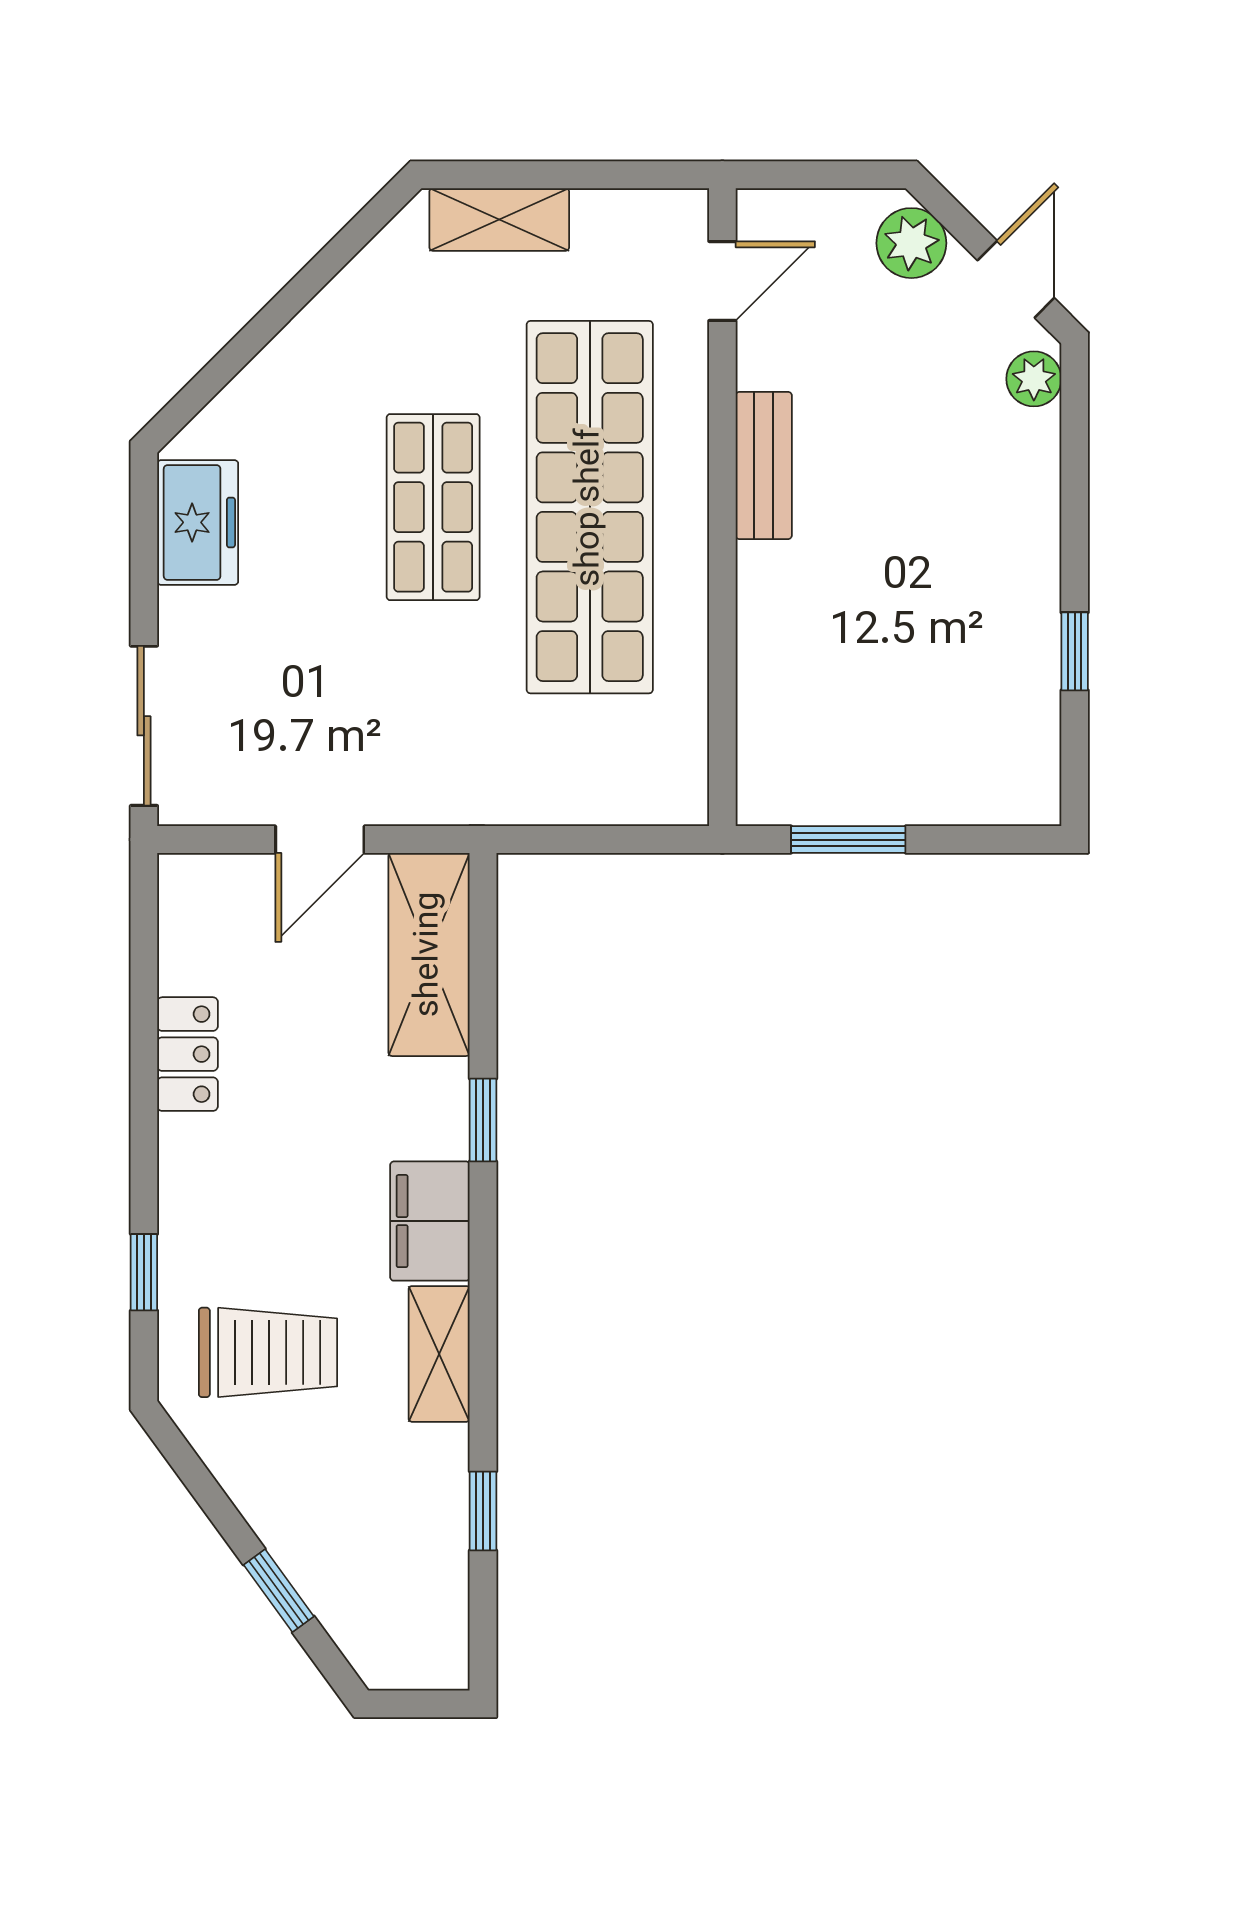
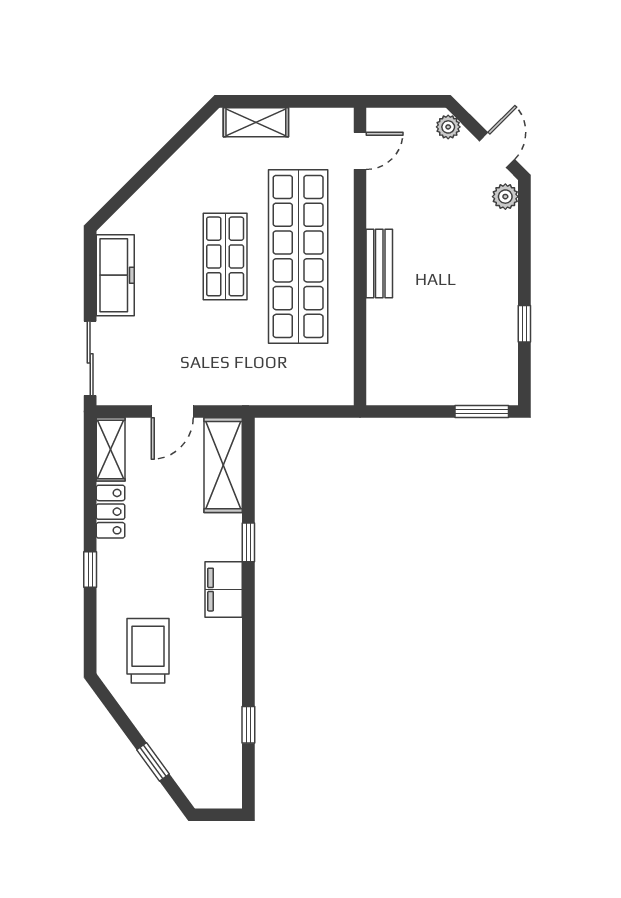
plant: (911, 243) -> (448, 127), width x0.73, depth x0.73
bench: (764, 465) -> (379, 263), moved
freezer: (198, 522) -> (115, 275), width x1.40
window: (848, 840) -> (482, 412), moved
window: (144, 1272) -> (90, 569), moved
trolley: (268, 1352) -> (148, 651), turned -90
shelving: (439, 1354) -> (111, 449), moved

